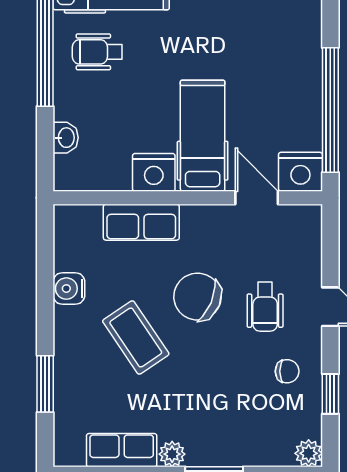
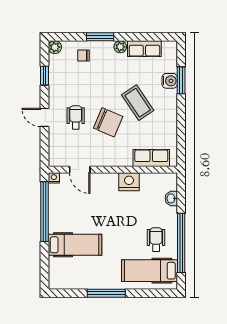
wheelchair: (97, 52) -> (156, 240), turned -90
hospital bed: (203, 136) -> (75, 245), moved, turned -90
nightstand: (300, 172) -> (54, 178), width x0.53, depth x0.56
row of seats: (141, 222) -> (151, 158), moved
water cooler: (69, 289) -> (170, 81), moved
chair: (287, 371) -> (83, 56), moved

